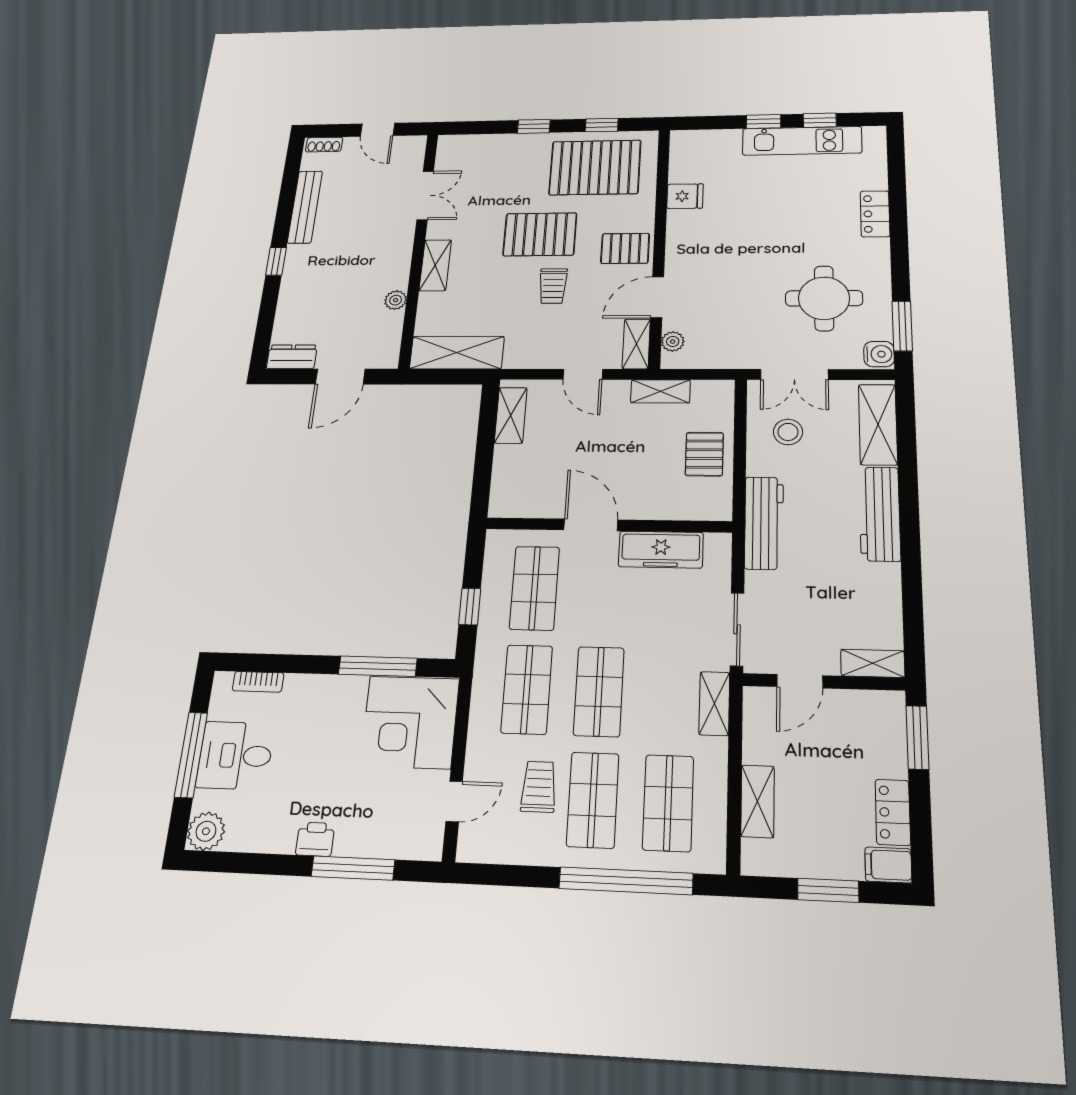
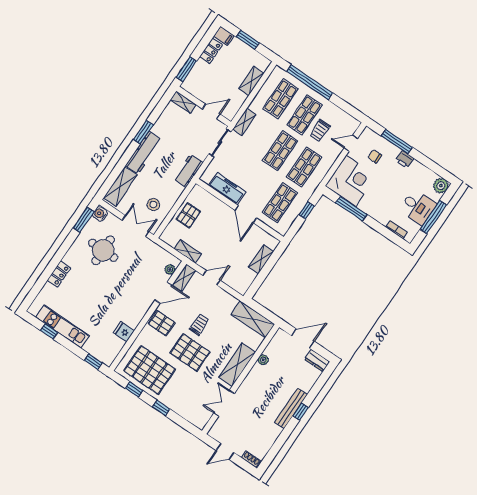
window: (764, 122) -> (93, 362), moved
door: (378, 130) -> (225, 451), swing flipped
bench: (305, 207) -> (291, 408), moved
shelving: (435, 265) -> (237, 365), width x1.50, depth x1.33
door: (583, 374) -> (212, 278), hinge flipped
shelving: (511, 415) -> (261, 259), moved
workbench: (764, 523) -> (188, 171), width x0.73
window: (911, 552) -> (143, 132), added
chair: (386, 805) -> (375, 156), added

